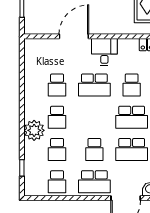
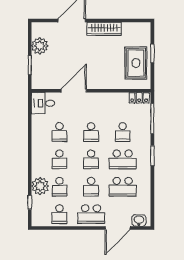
desk: (104, 52) -> (43, 103), moved, turned -90
school desk: (94, 85) -> (91, 132), width x0.54
school desk: (94, 117) -> (91, 159), added
plant: (34, 130) -> (40, 186), moved

